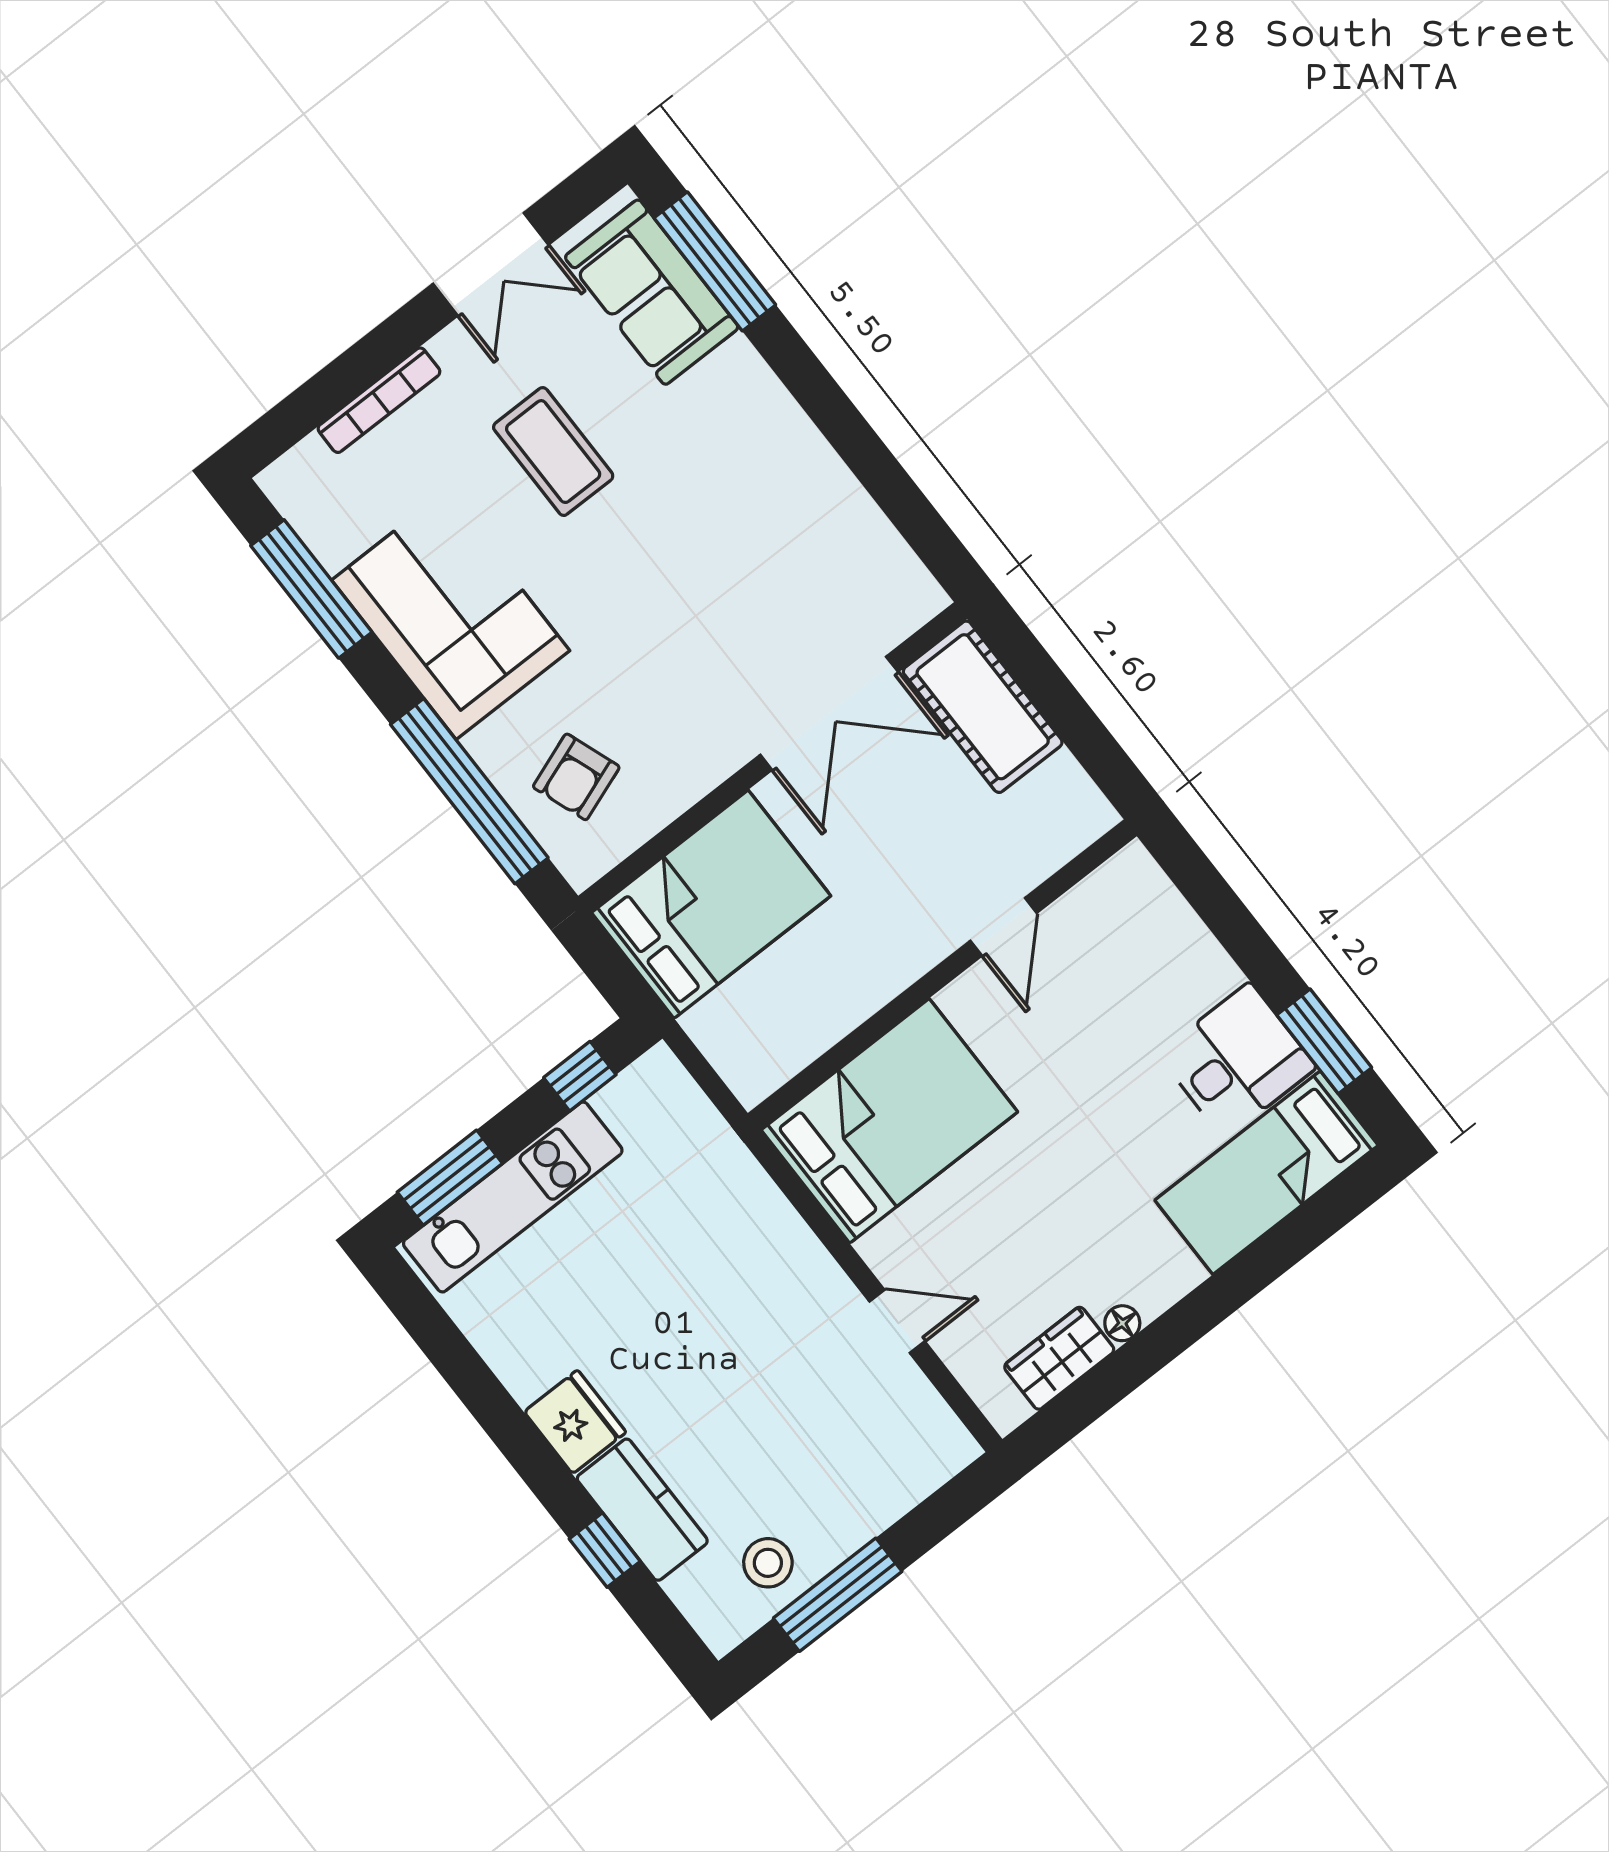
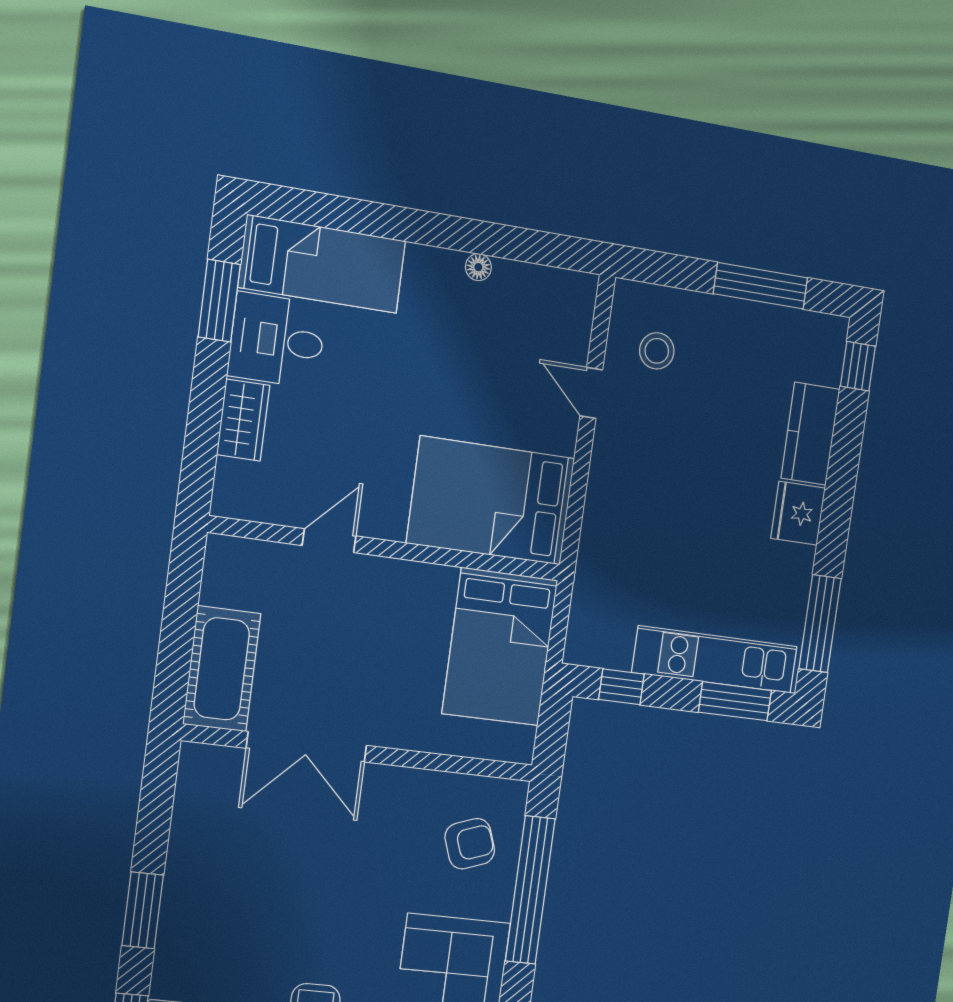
window: (829, 408) -> (143, 910), added
double door: (829, 713) -> (307, 747), swing flipped
bed: (711, 904) -> (500, 647), moved, turned -90
window: (441, 1340) -> (820, 624), added
wardrobe: (1059, 1358) -> (243, 420), moved, turned -90
window: (605, 1550) -> (858, 366), moved
stool: (768, 1563) -> (657, 351), moved

